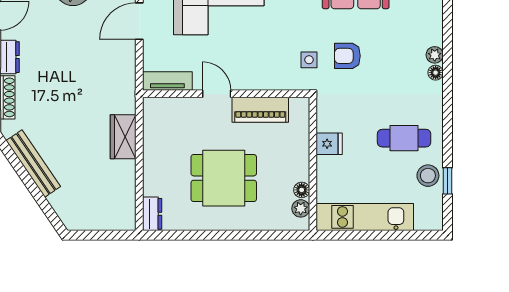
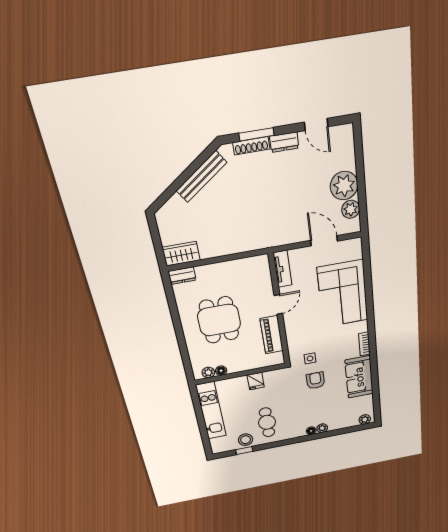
wardrobe: (123, 137) -> (181, 254), moved

